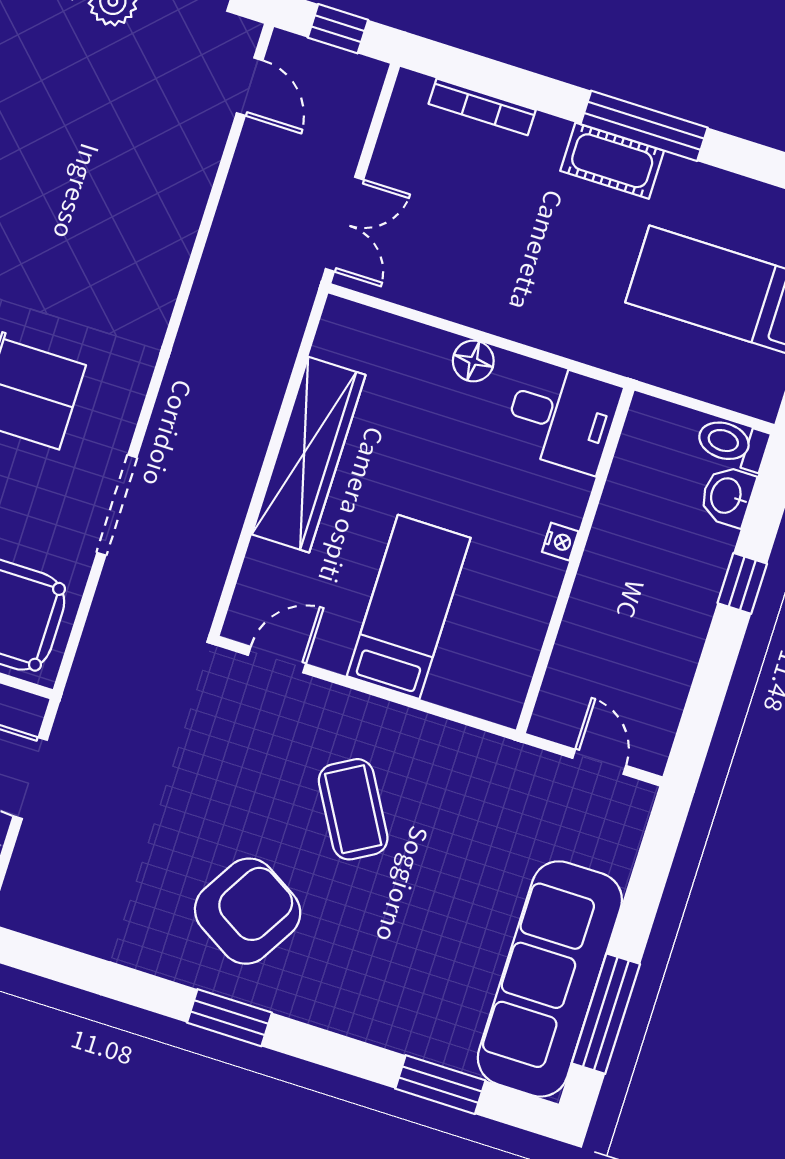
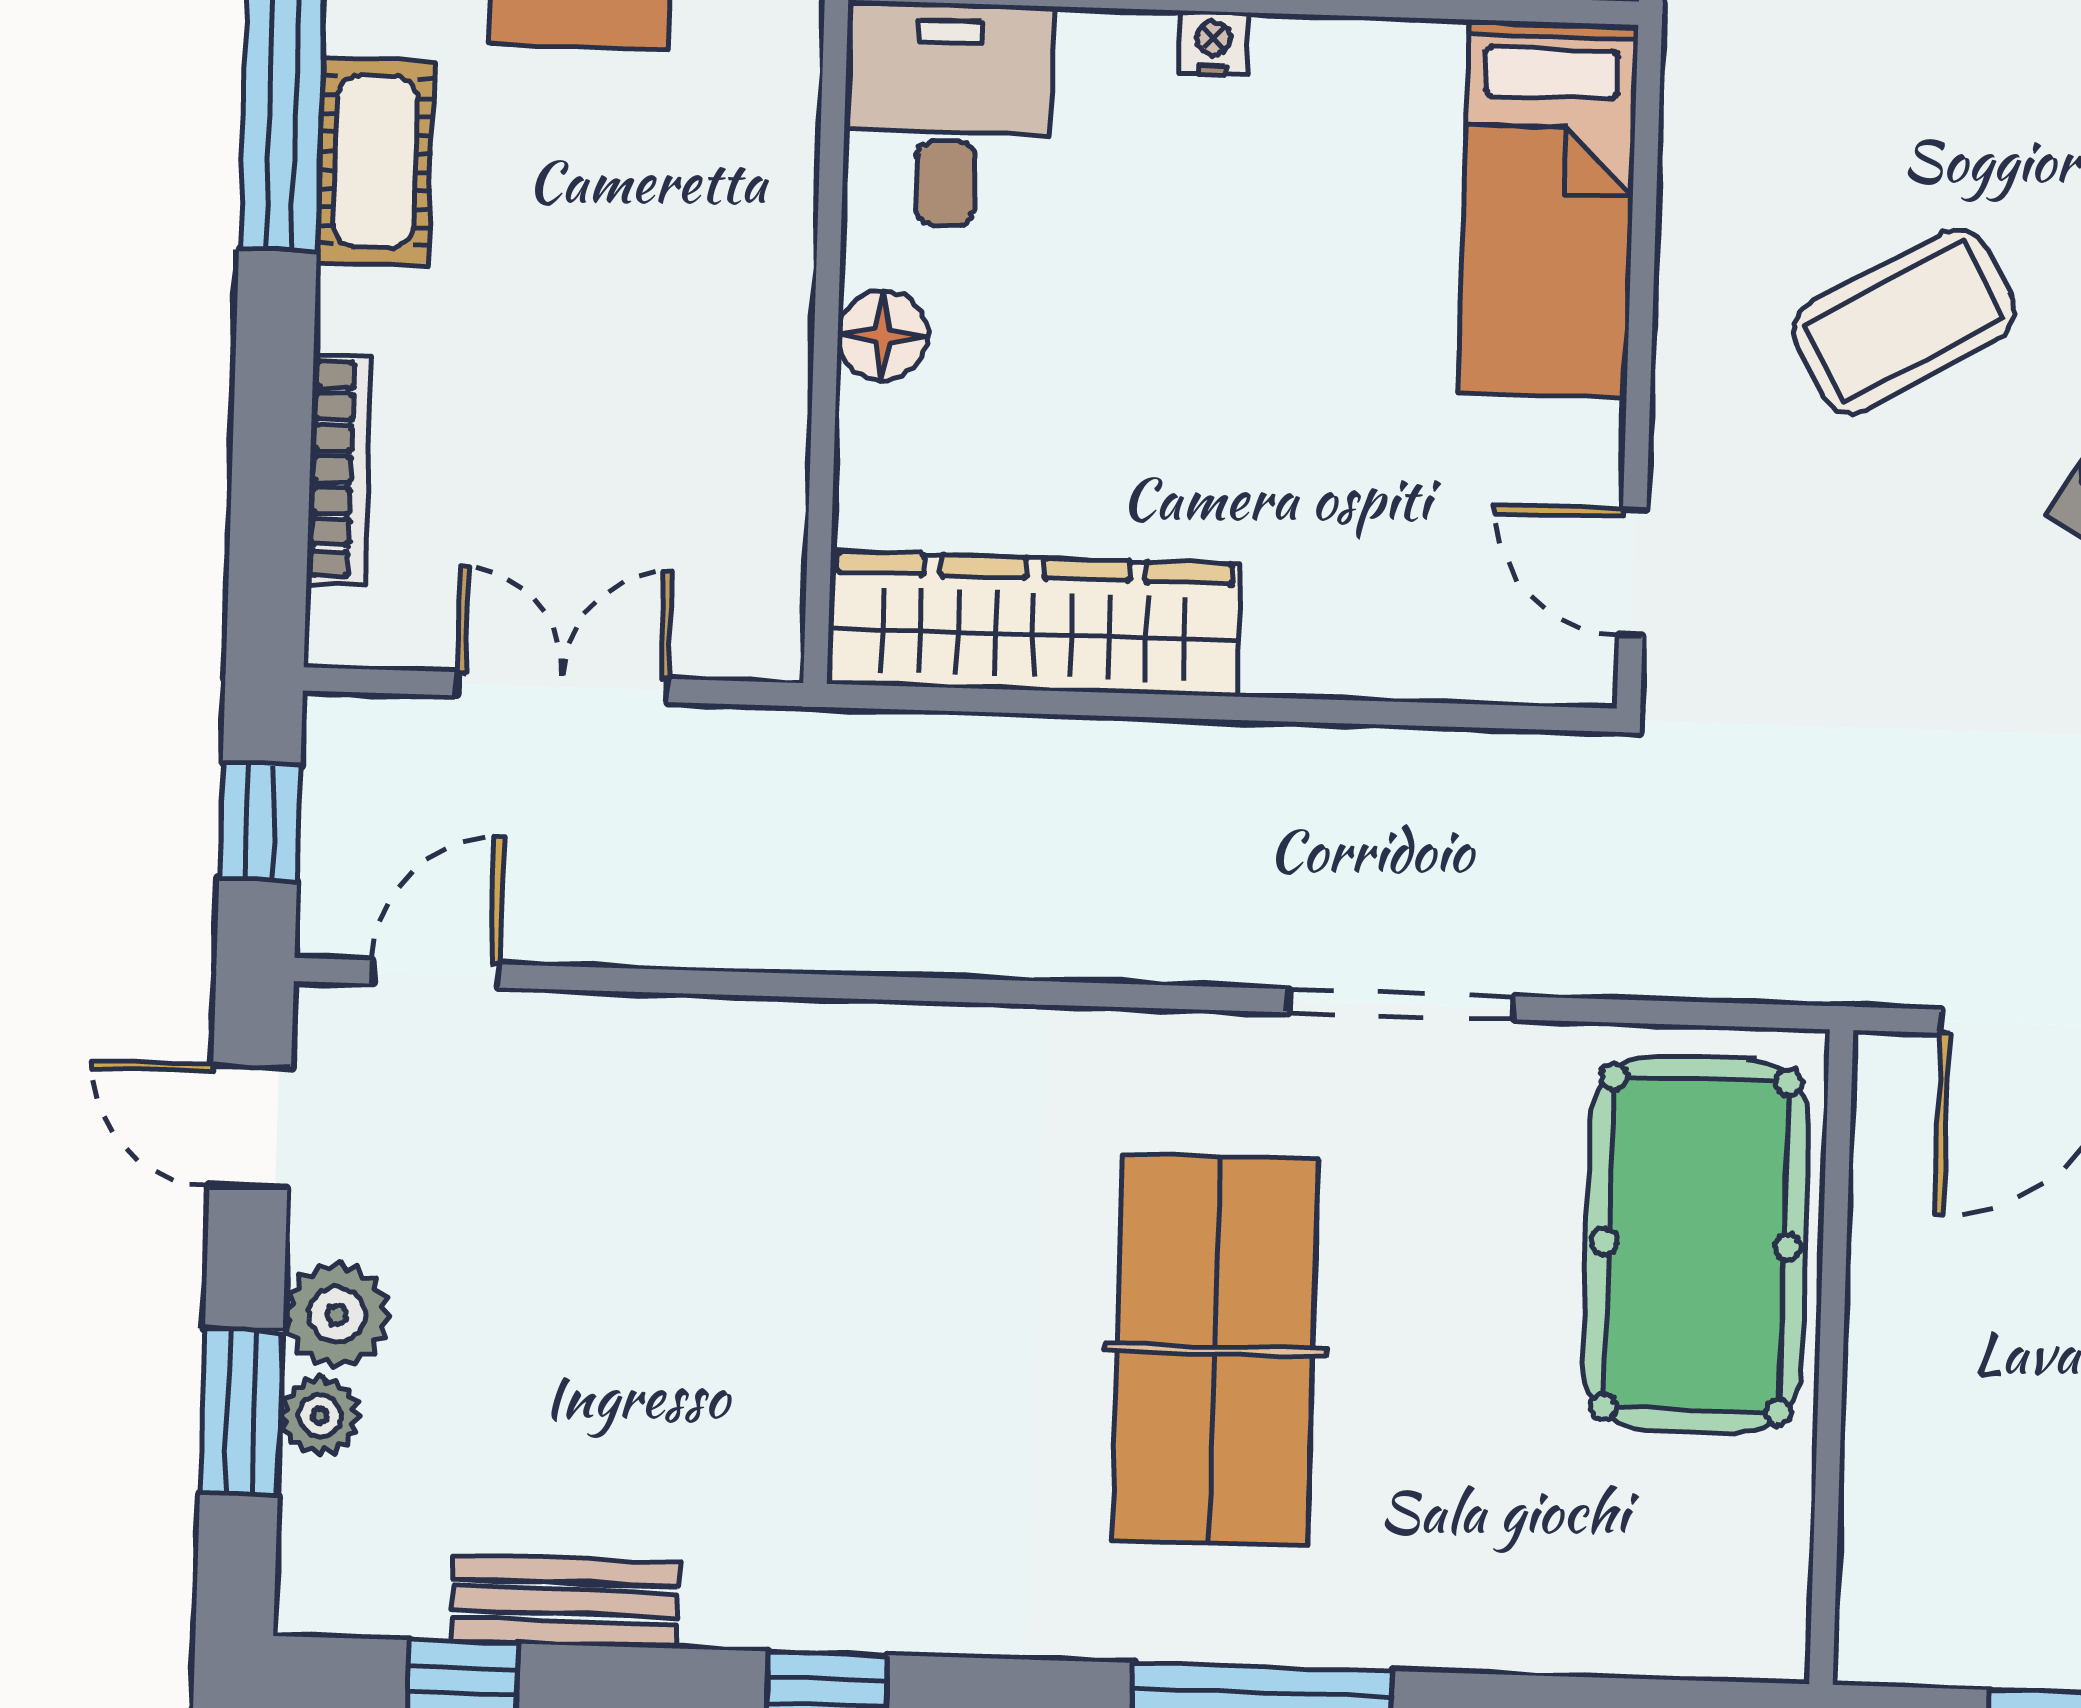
double door: (345, 224) -> (563, 687), moved
wardrobe: (309, 455) -> (1034, 624), moved
bed: (409, 607) -> (1547, 208), moved, turned -90

